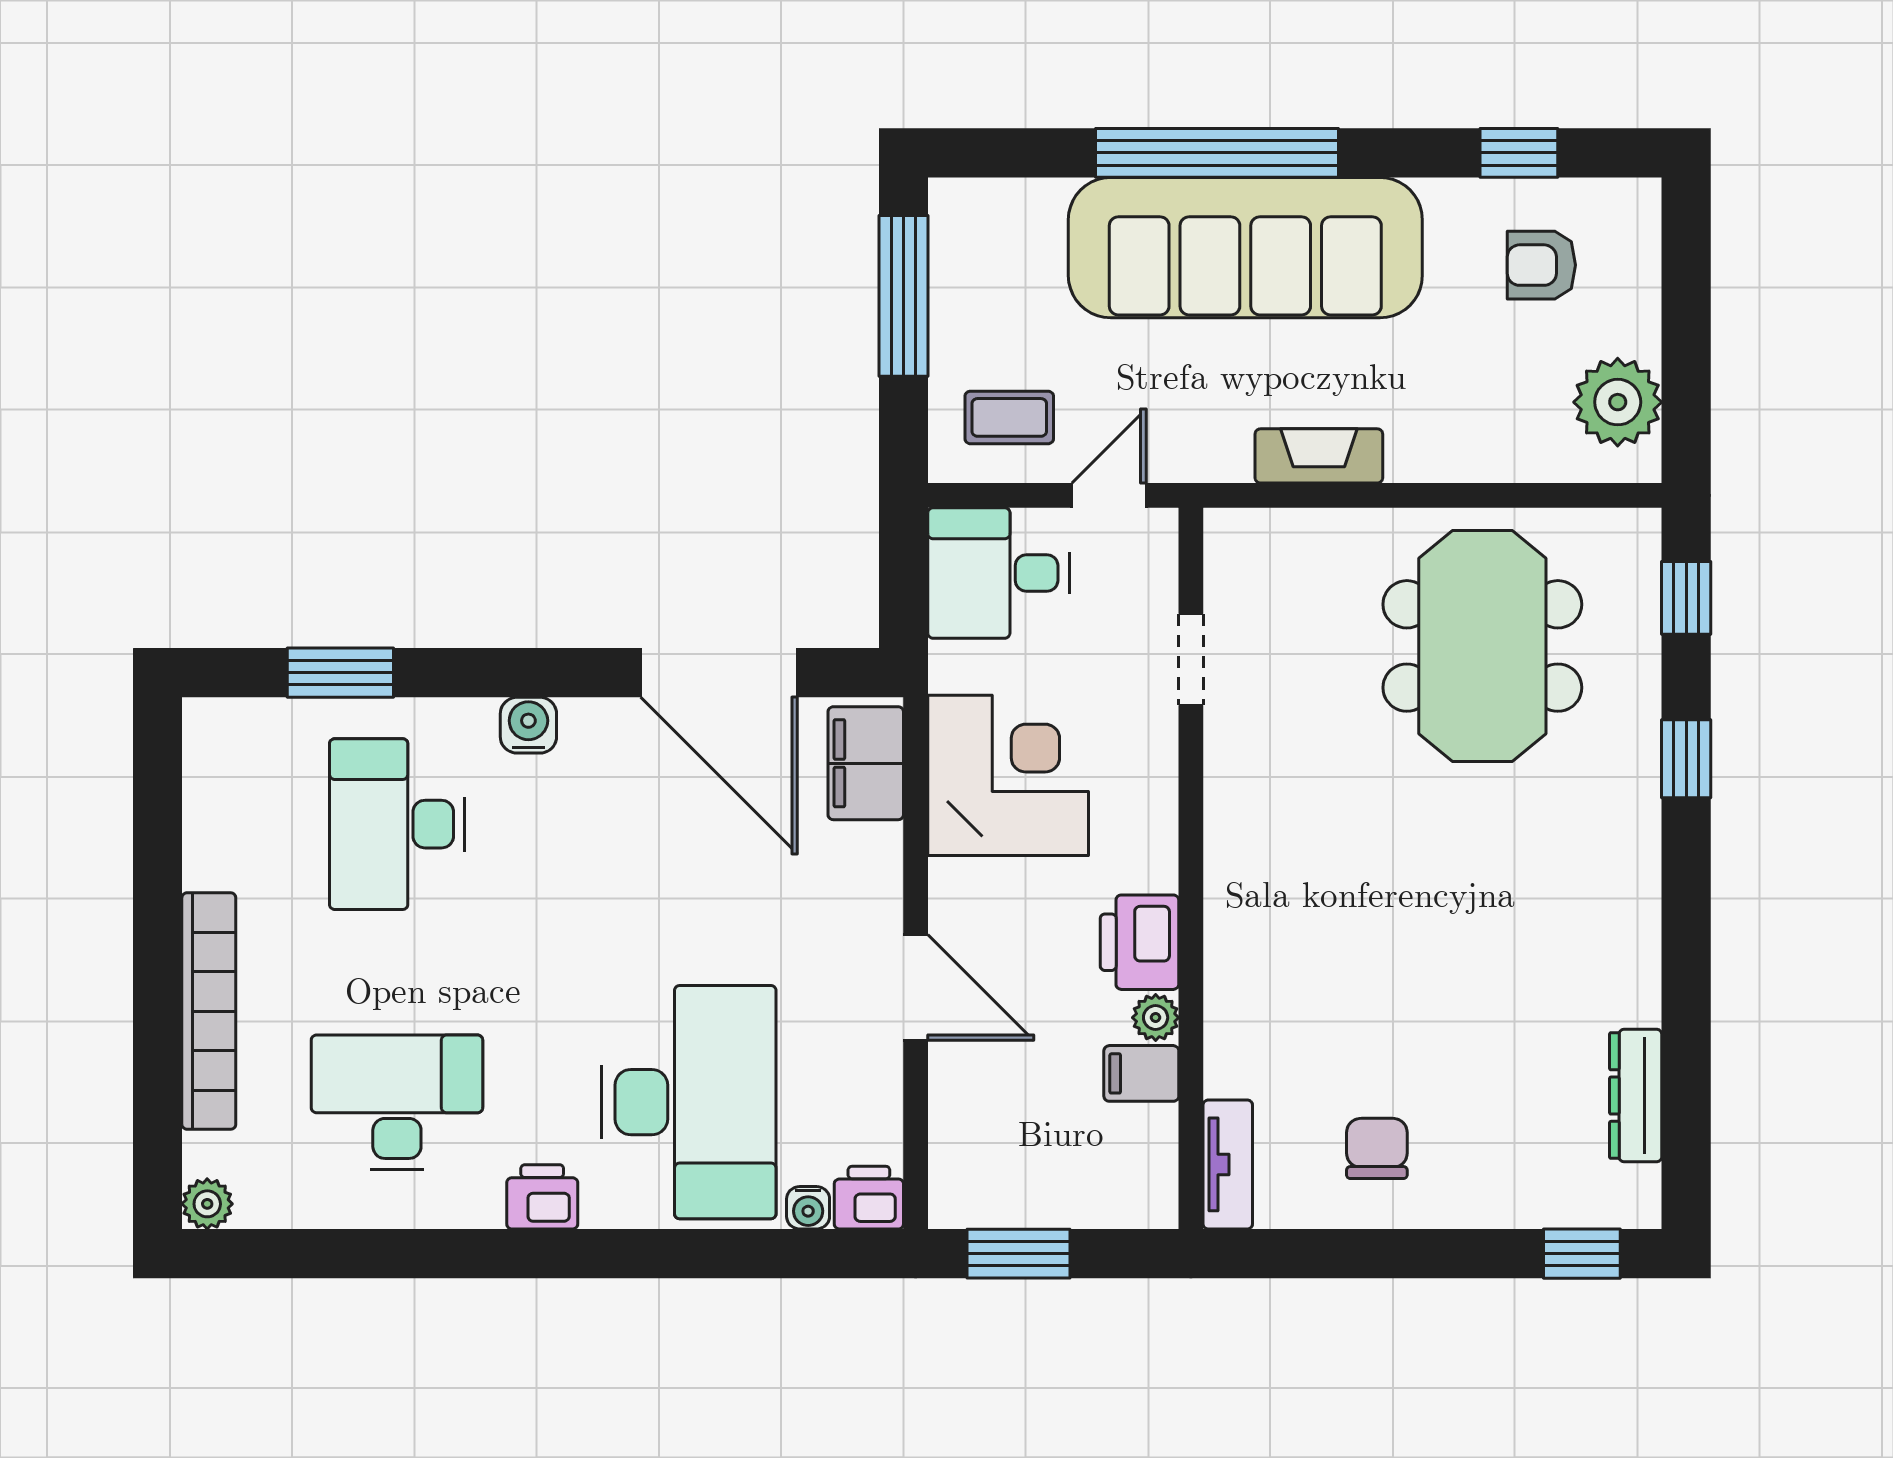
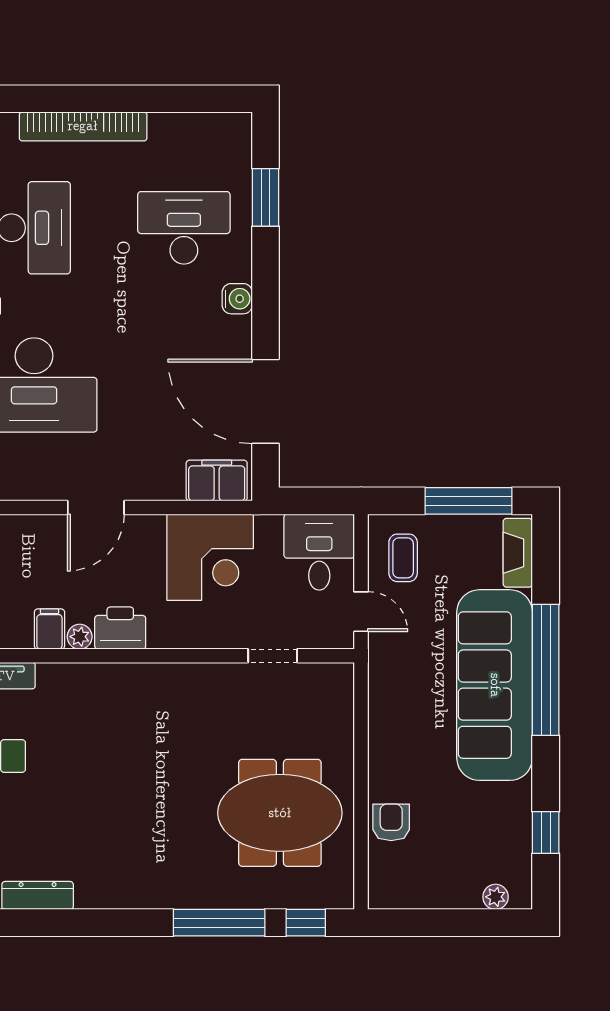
armchair: (1541, 265) -> (391, 822), moved
plant: (1618, 402) -> (496, 897), moved, width x0.53, depth x0.53
fireplace: (1319, 456) -> (518, 553), moved, turned 180
door: (719, 673) -> (265, 401), hinge flipped
window: (1686, 759) -> (219, 923), width x2.17

